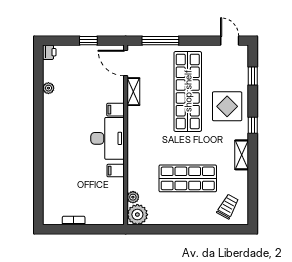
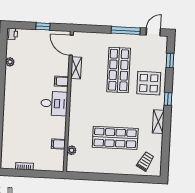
window: (160, 41) -> (126, 31), moved
door: (230, 41) -> (153, 32), hinge flipped
shop shelf: (188, 91) -> (119, 70), width x0.71
desk: (108, 138) -> (54, 103), width x0.73
filing cabinet: (116, 171) -> (58, 144), moved
plant: (137, 215) -> (74, 164), removed

